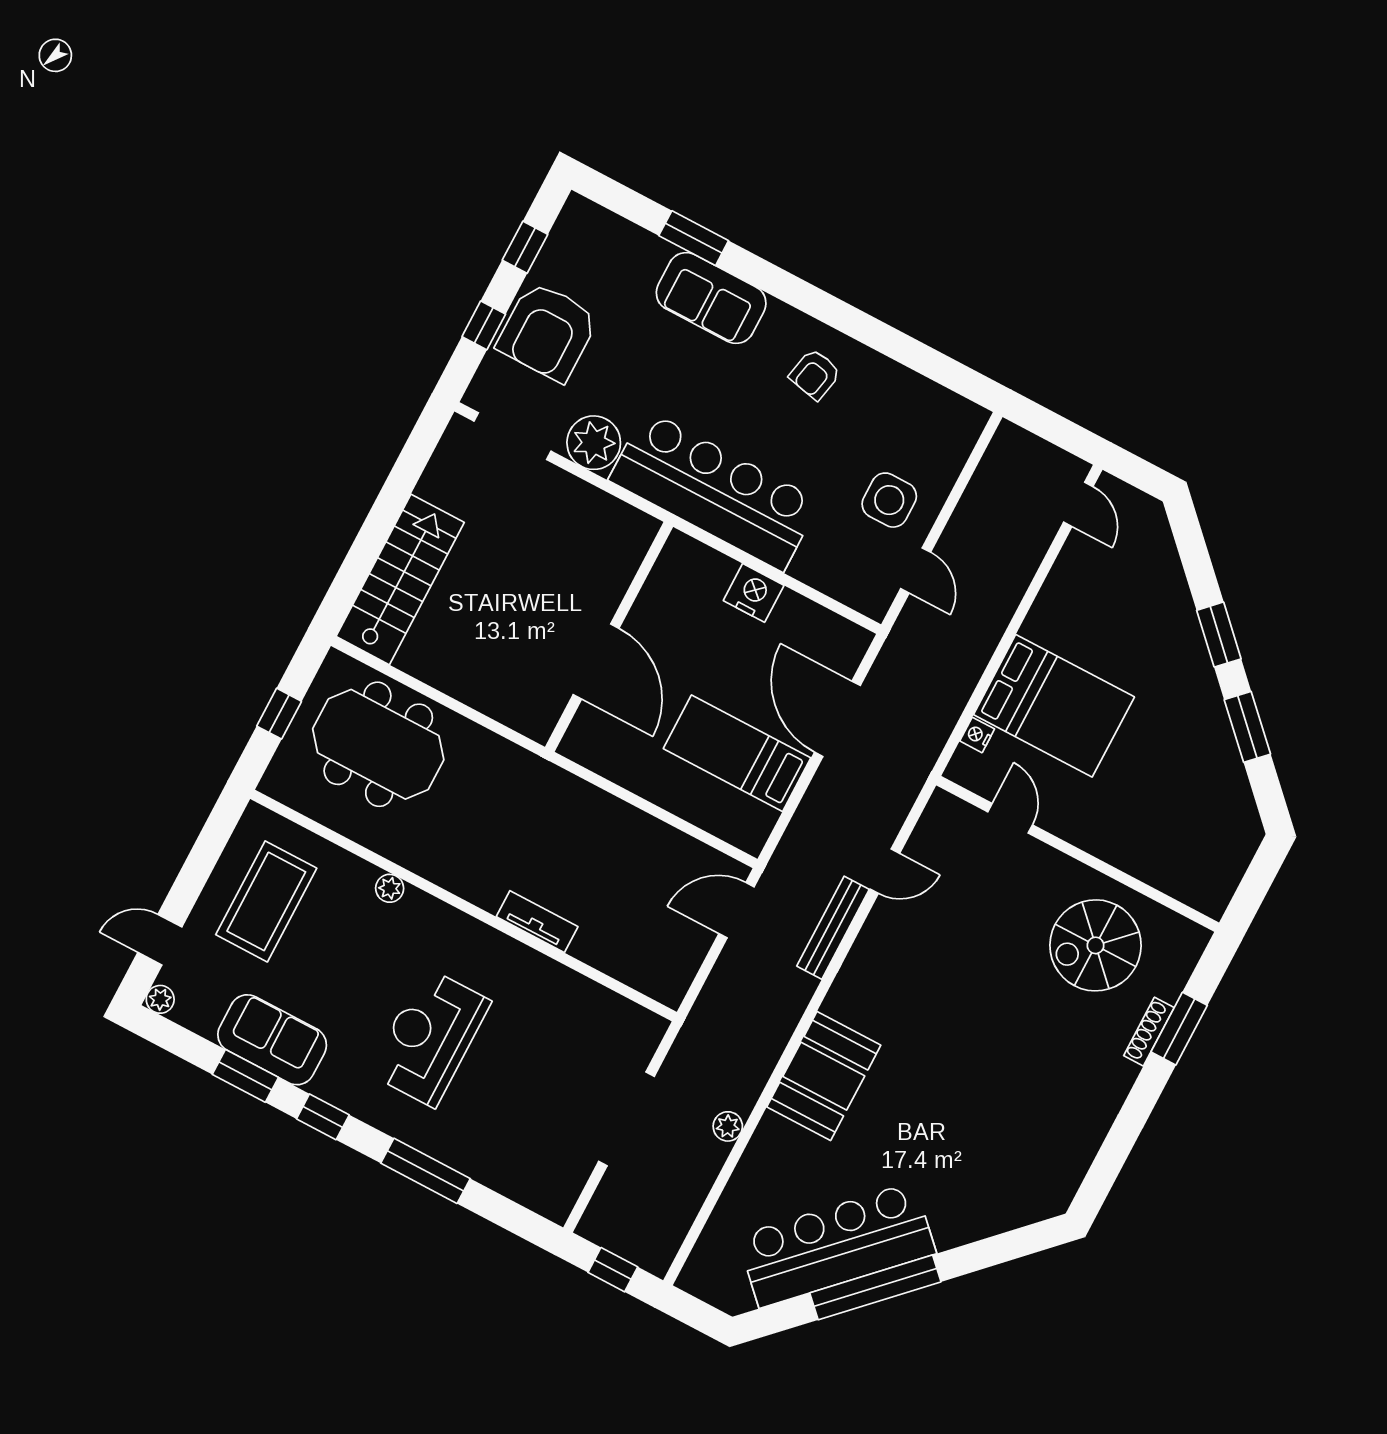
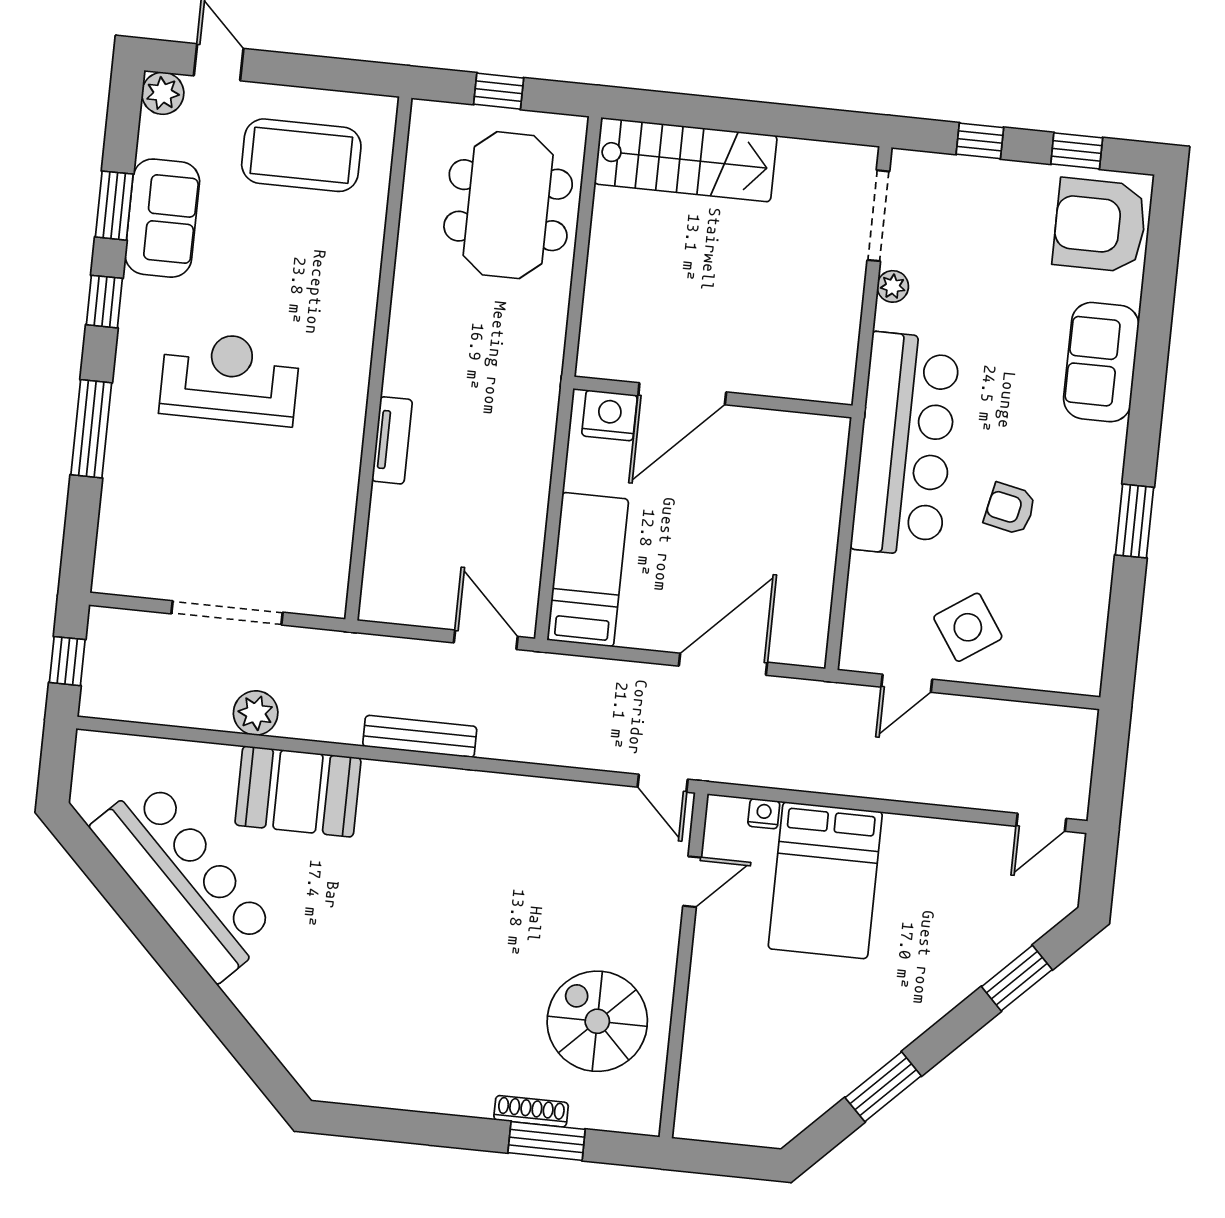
window: (694, 238) -> (1134, 521), moved
armchair: (548, 332) -> (1100, 225), moved
armchair: (815, 374) -> (1010, 509), moved
plant: (594, 443) -> (893, 286), width x0.53, depth x0.53
side table: (889, 500) -> (968, 627), turned -34
nightstand: (754, 593) -> (609, 415), moved, turned -90
window: (1219, 635) -> (1017, 978), moved
bed: (737, 753) -> (588, 570), moved
door: (885, 871) -> (663, 783), moved
plant: (390, 888) -> (366, 276), removed
bench: (833, 928) -> (420, 736), moved
plant: (160, 999) -> (163, 93), width x1.38, depth x1.38
booth: (824, 1076) -> (298, 791), moved
plant: (728, 1126) -> (256, 713), width x1.38, depth x1.38
window: (875, 1287) -> (157, 937), removed

